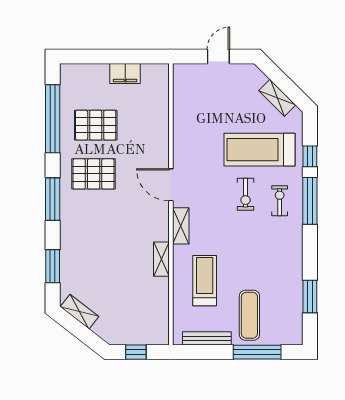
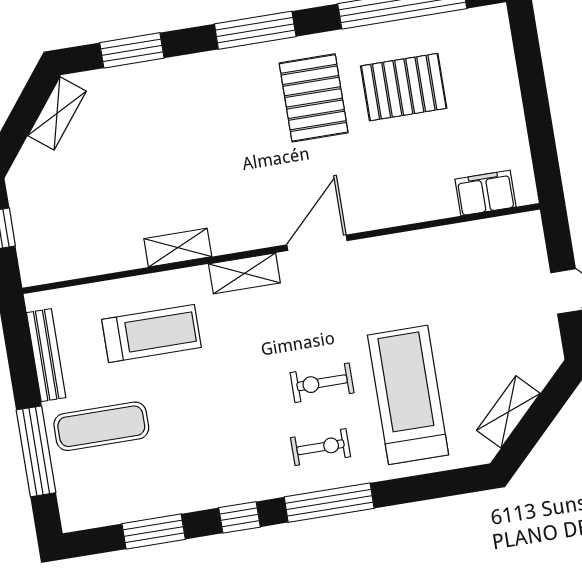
filing cabinet: (125, 73) -> (485, 193), moved, turned 90
pallet: (96, 125) -> (404, 87), turned 90
window: (310, 156) -> (239, 517), moved

